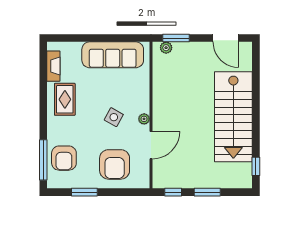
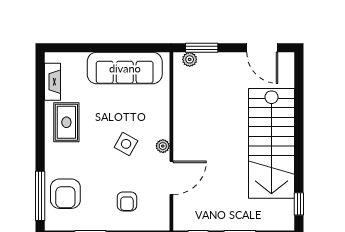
armchair: (115, 164) -> (127, 201), width x0.53, depth x0.53

